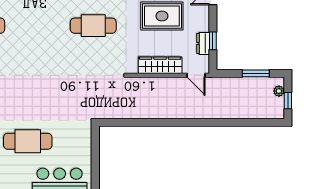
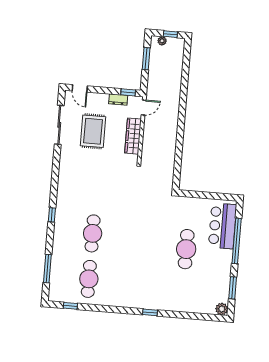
cafe table: (93, 26) -> (93, 233), moved
window: (213, 41) -> (128, 92), moved

